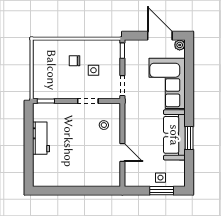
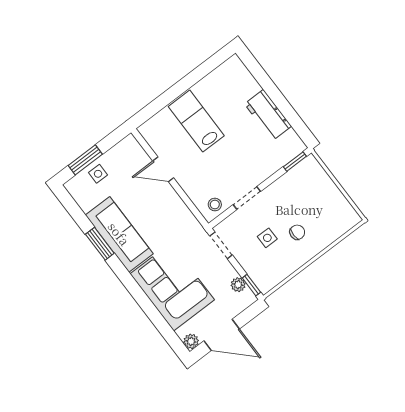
plant: (130, 57) -> (238, 285), added
stool: (104, 125) -> (215, 204), moved
lab bench: (84, 165) -> (196, 121), added

